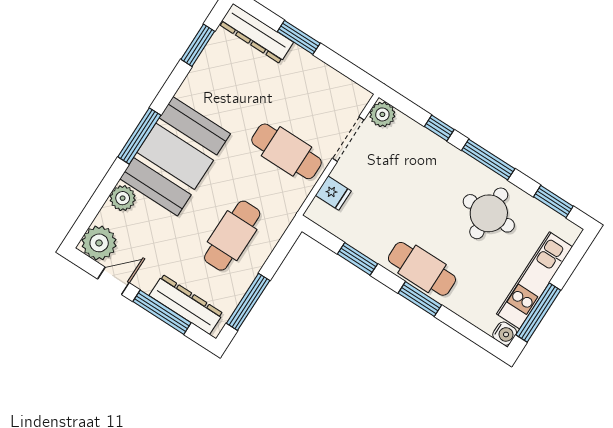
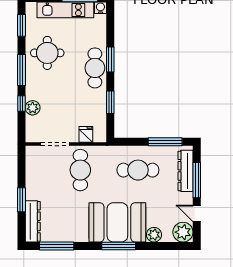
window: (198, 45) -> (57, 246), width x1.44
plant: (382, 114) -> (33, 108), moved

